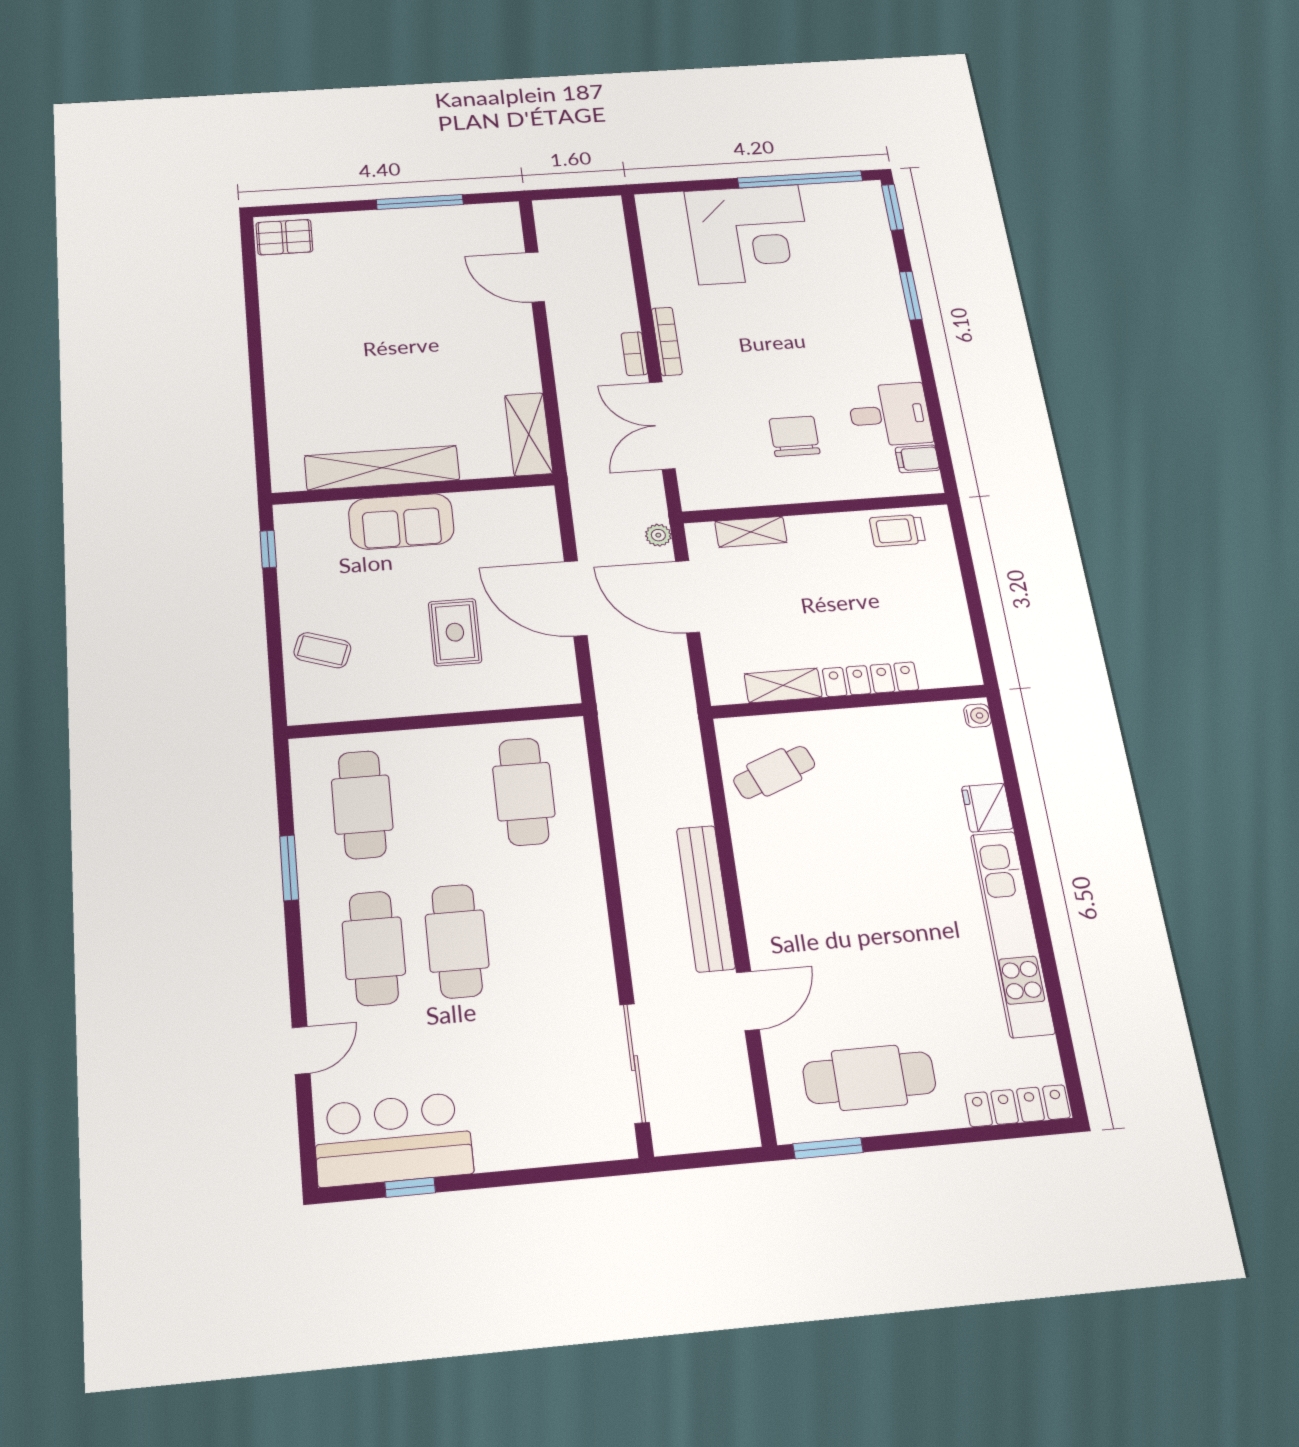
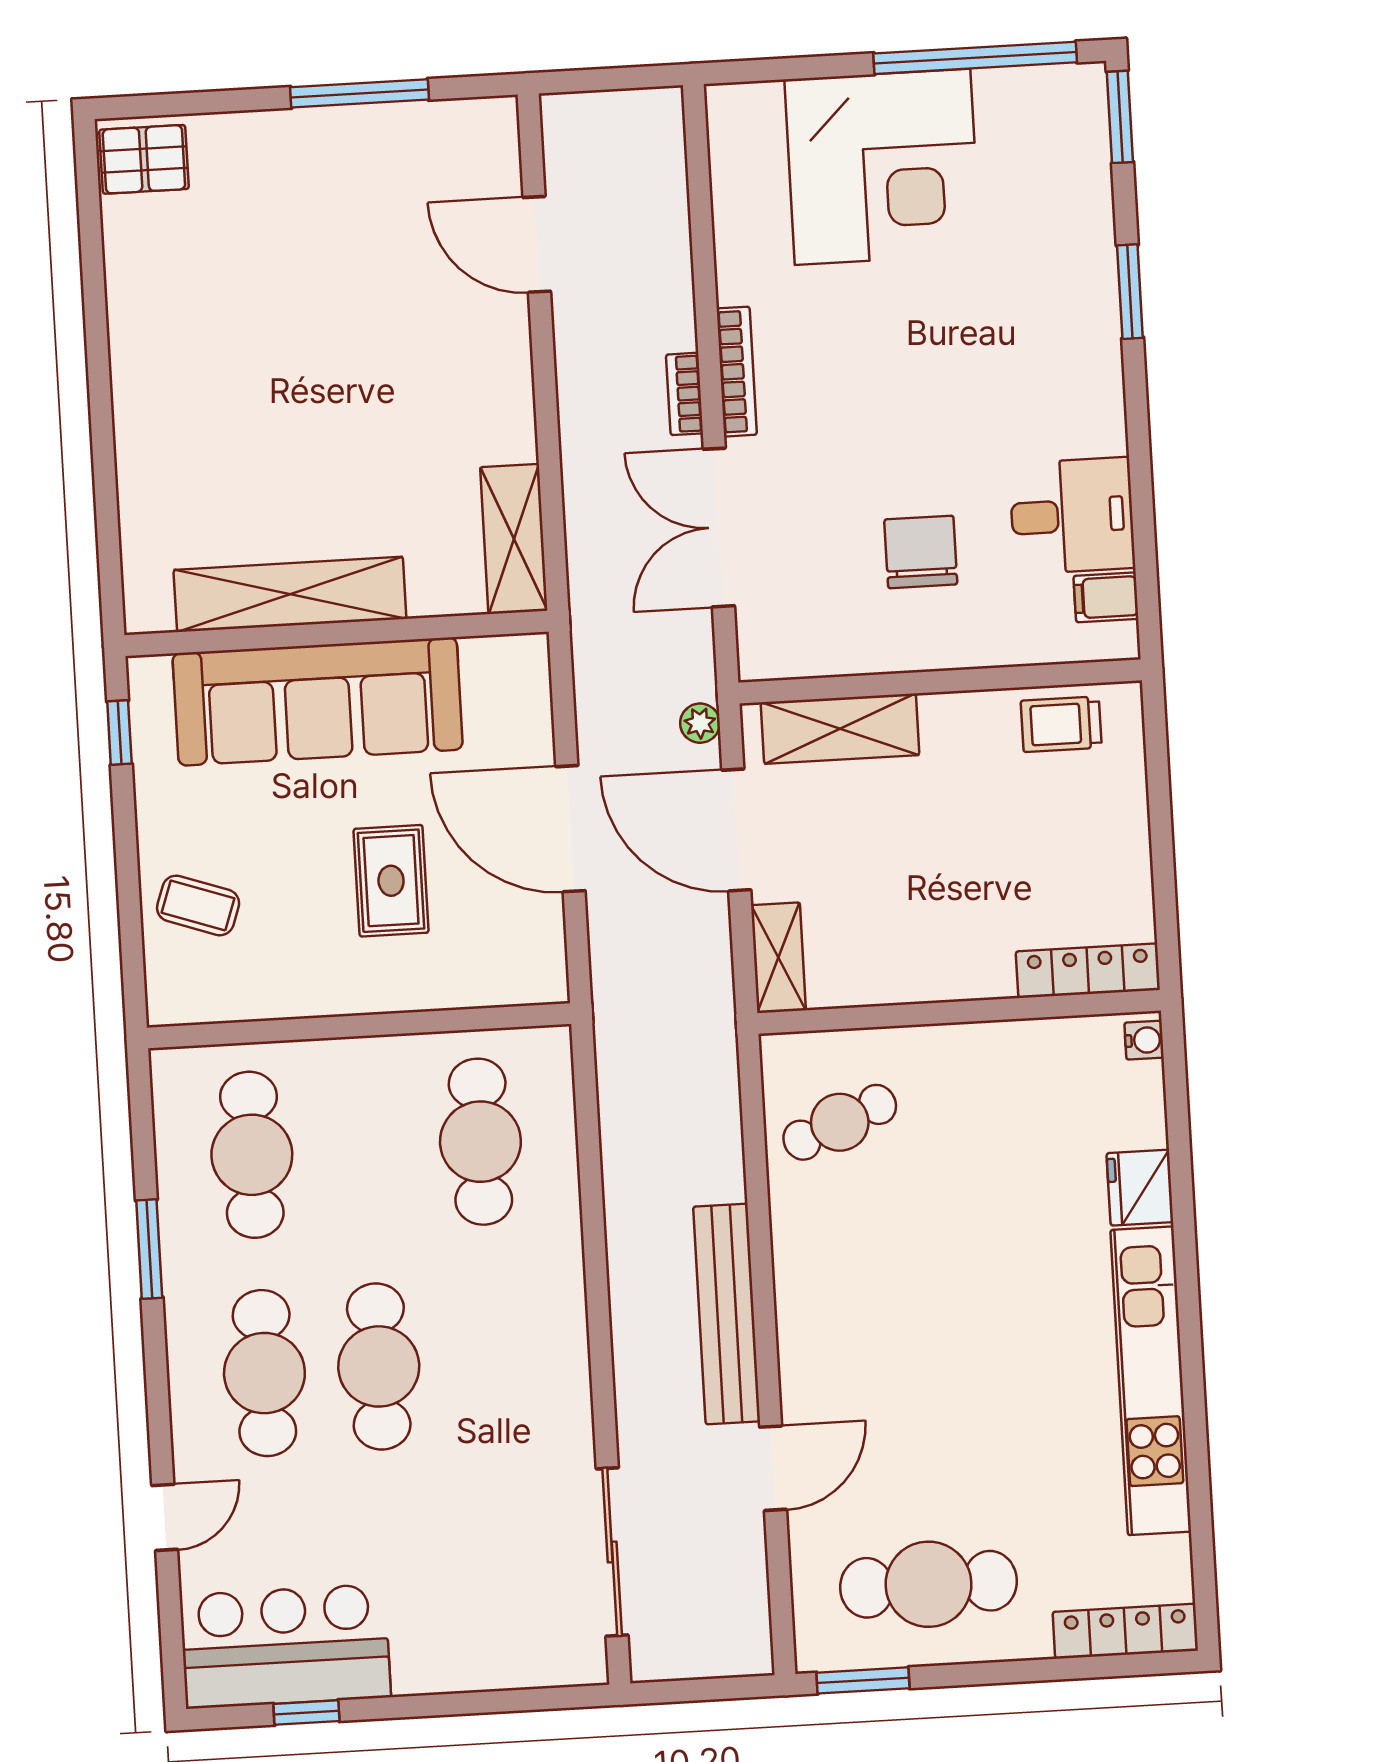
sofa: (401, 521) -> (318, 701), width x1.85, depth x1.27
shelving: (751, 532) -> (840, 729), width x1.50, depth x1.33
locker: (870, 679) -> (1088, 971), moved
shelving: (783, 685) -> (778, 958), moved, turned 90

